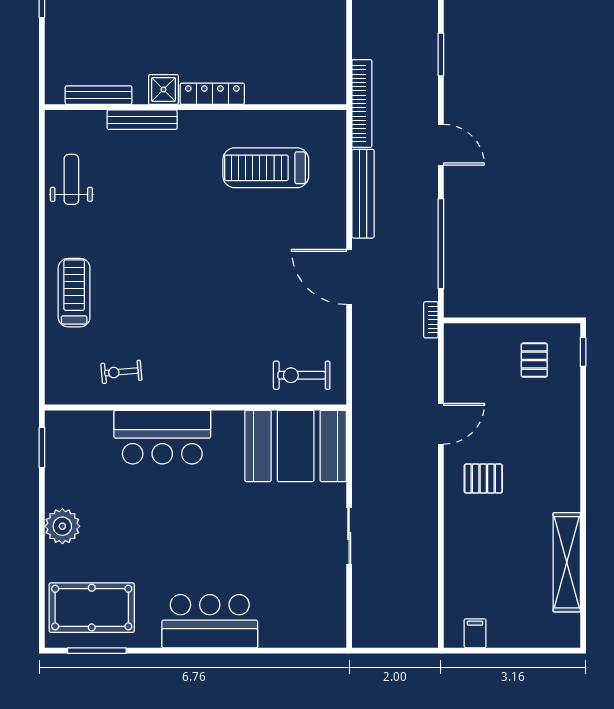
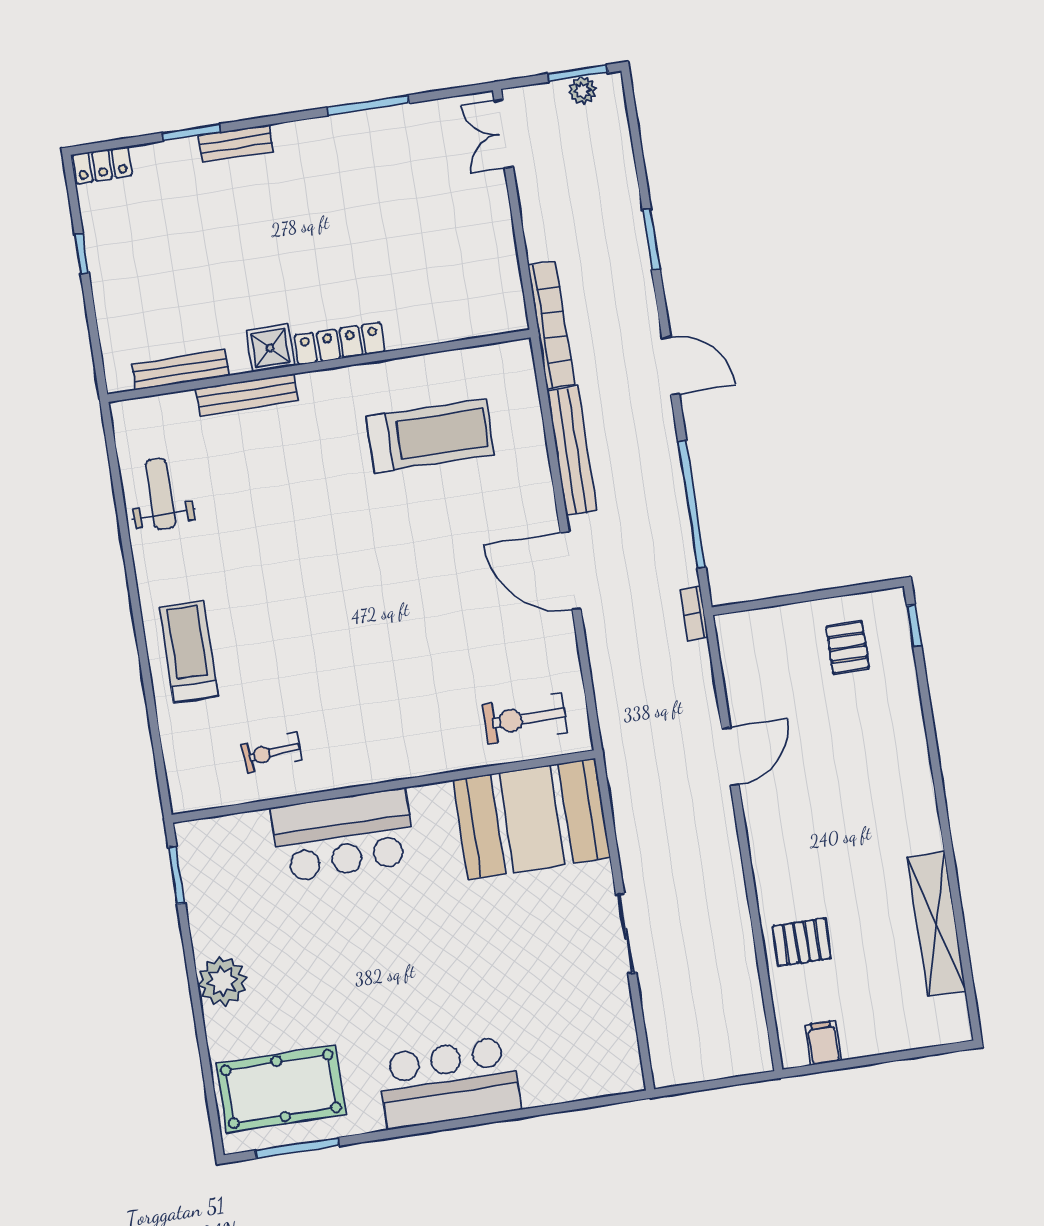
treadmill: (266, 168) -> (430, 436), turned 180
pallet: (483, 479) -> (802, 942), moved

